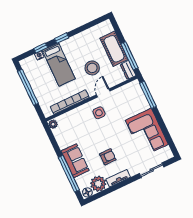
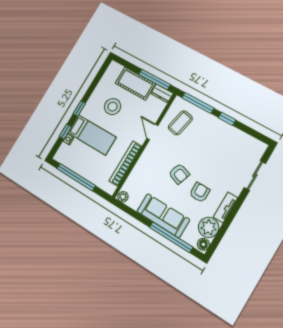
stool: (92, 68) -> (113, 107), moved
coffee table: (127, 100) -> (180, 123), added
side table: (99, 113) -> (161, 154), removed
window: (160, 120) -> (227, 119), added
corner sofa: (147, 132) -> (223, 140), removed
armchair: (102, 135) -> (179, 174), added
sofa: (75, 161) -> (163, 216), width x1.36

